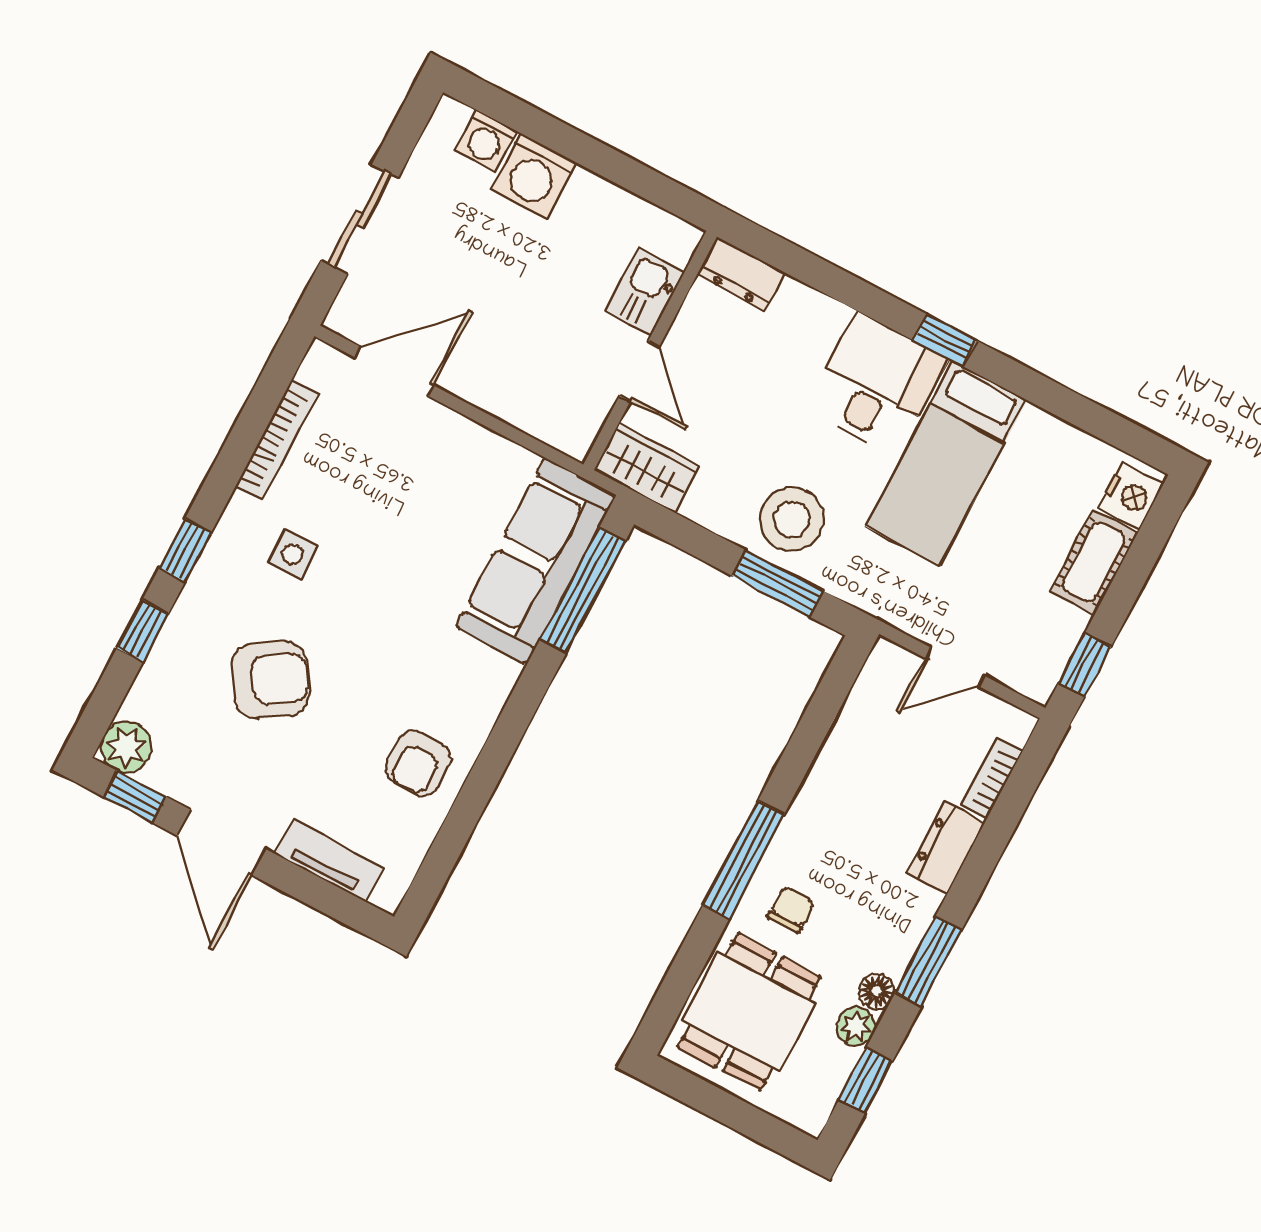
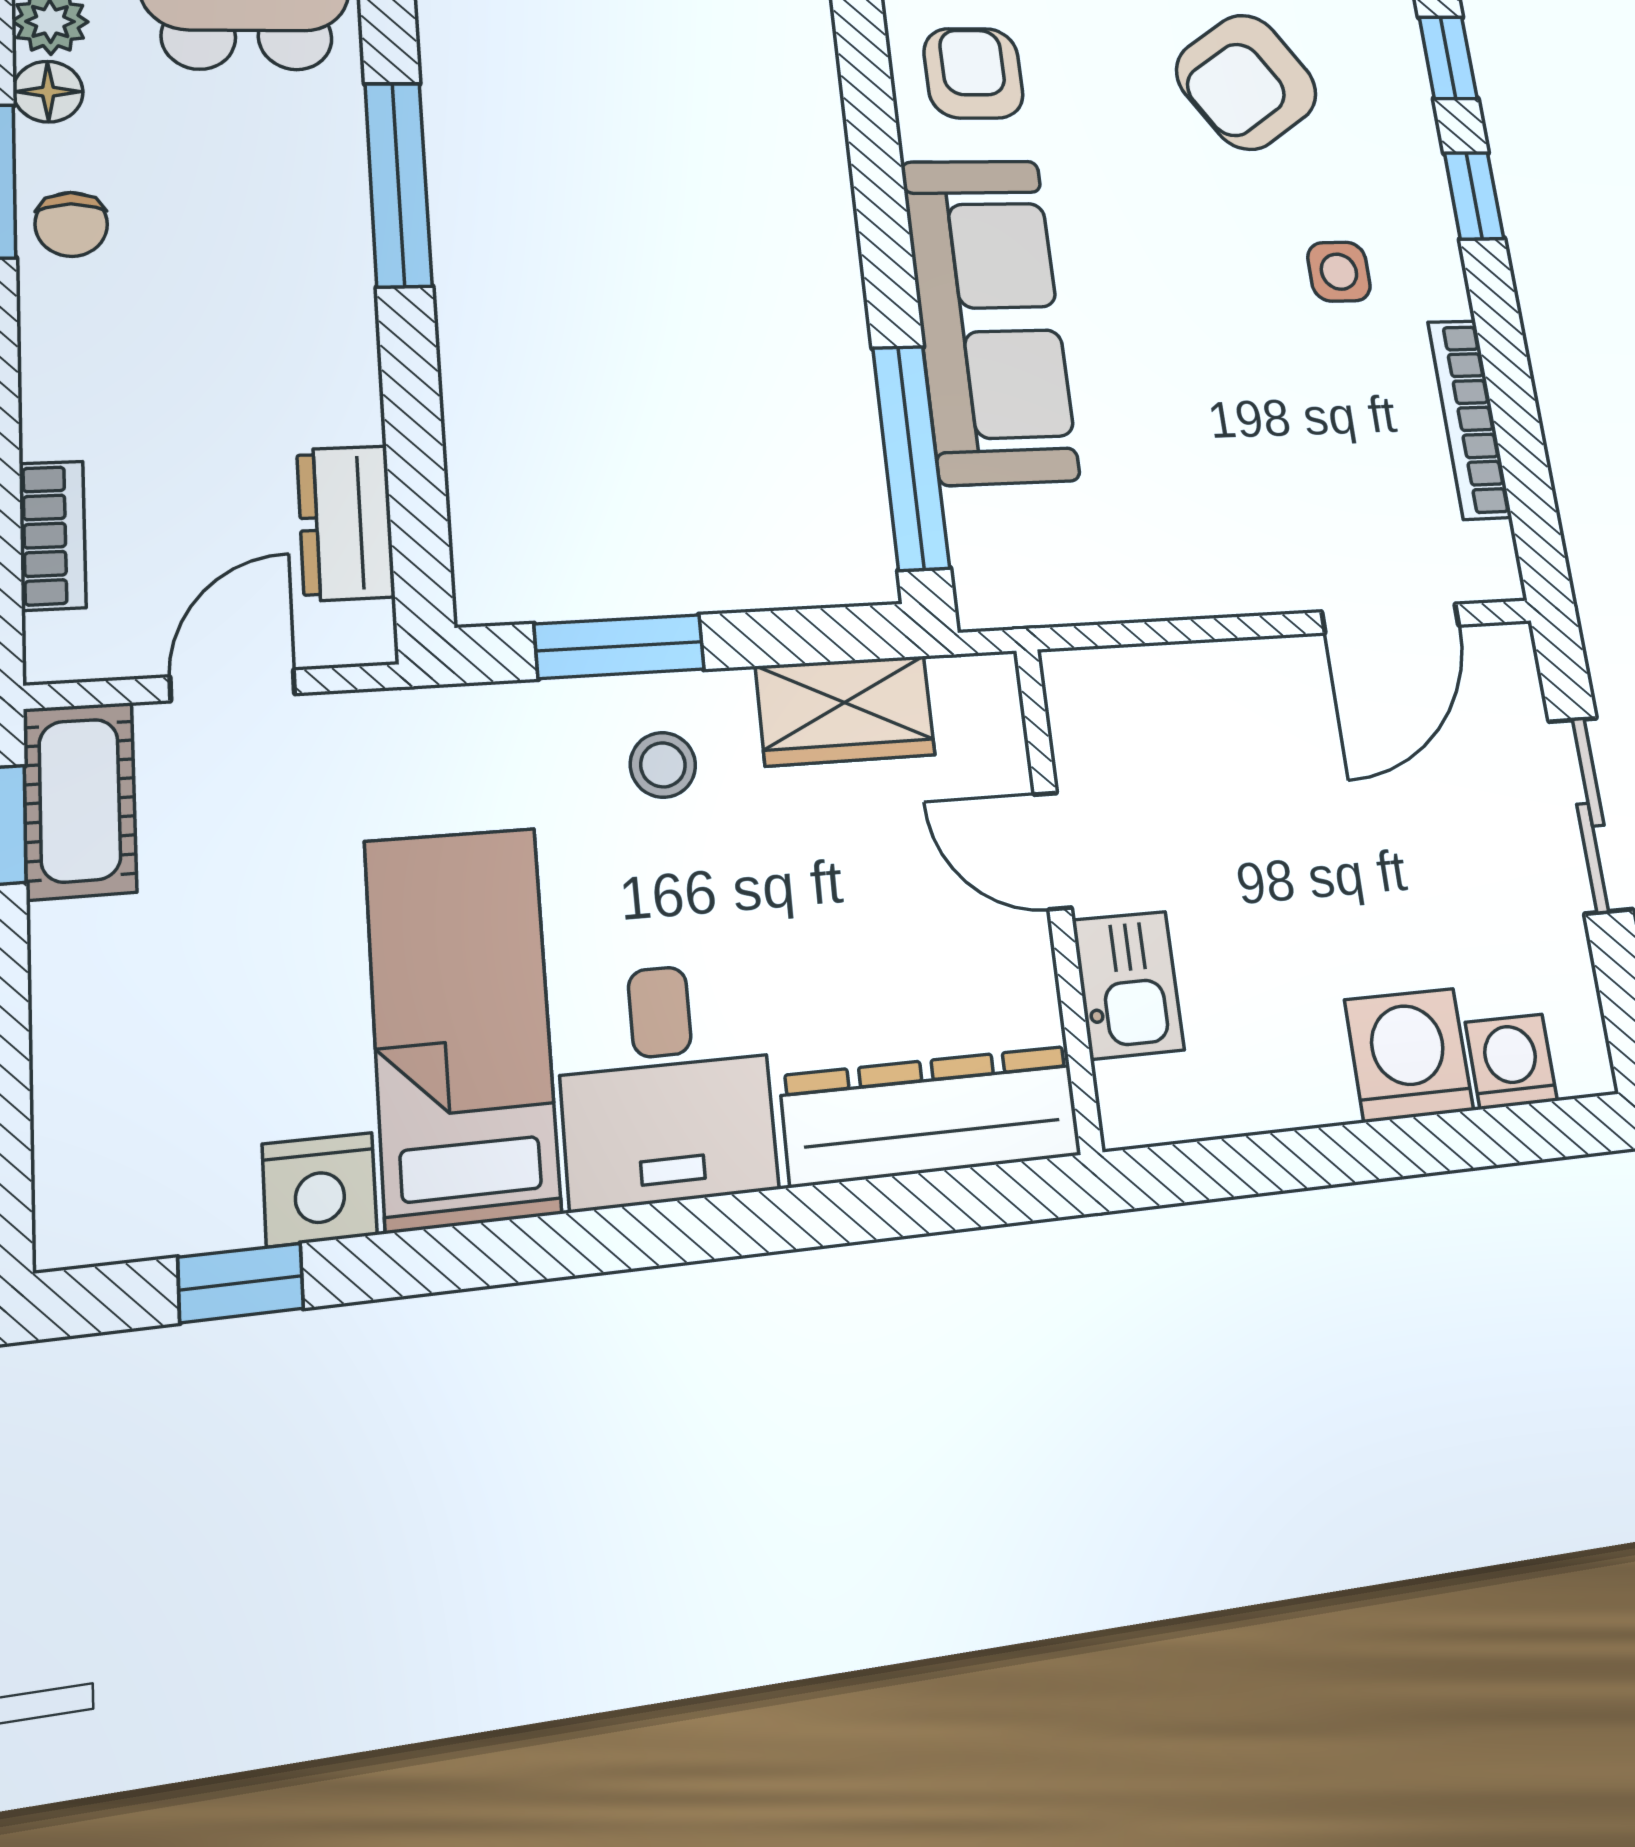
dresser: (741, 274) -> (931, 1116), width x1.96, depth x1.24
window: (945, 340) -> (241, 1283), moved
wardrobe: (647, 468) -> (845, 711), moved
nightstand: (1131, 496) -> (320, 1189), moved, turned -90
stool: (792, 519) -> (663, 765), width x0.53, depth x0.53
sofa: (536, 561) -> (990, 320), moved
cot: (1094, 562) -> (80, 800), moved
dresser: (946, 848) -> (346, 523), moved, turned 180
chair: (791, 910) -> (71, 224), moved

